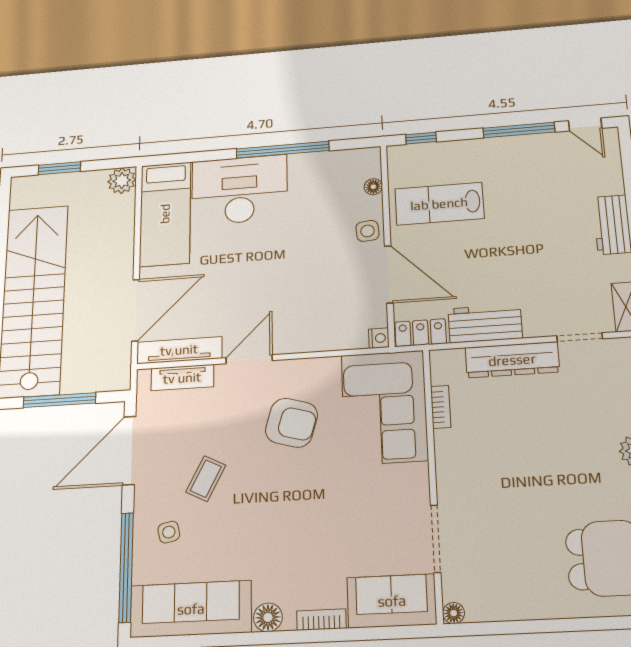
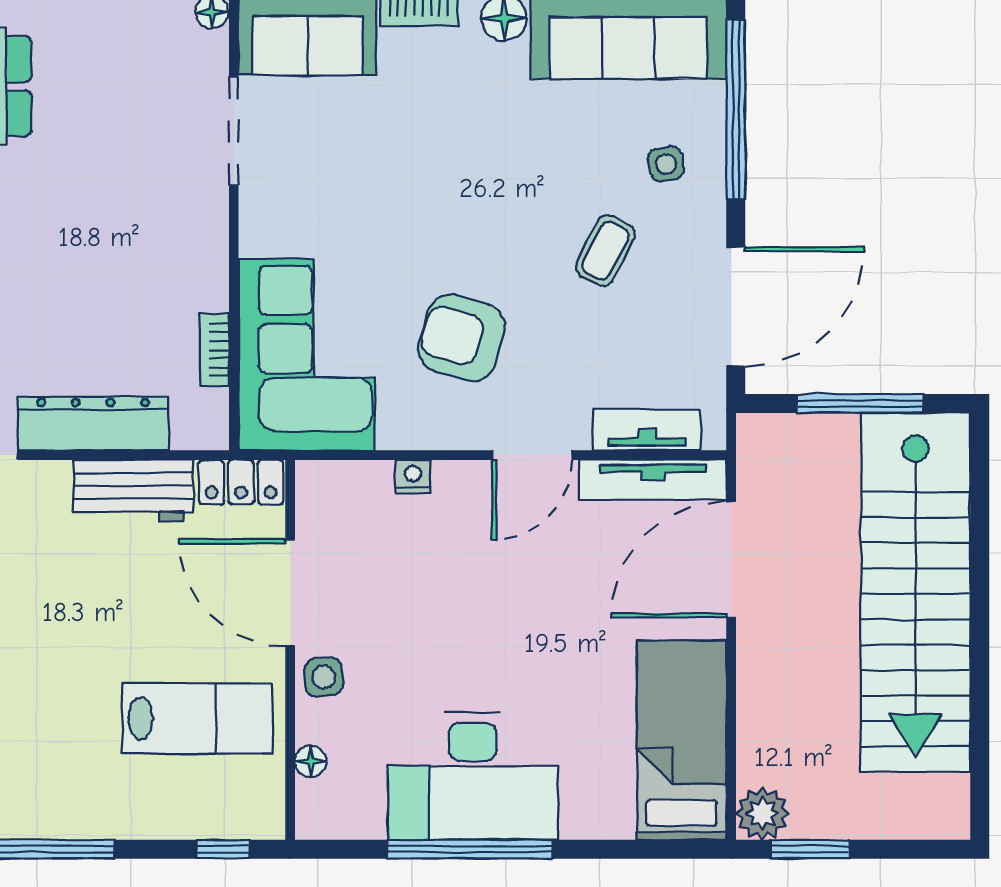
window: (59, 168) -> (810, 849), moved
desk: (239, 190) -> (473, 776), moved
nightstand: (379, 338) -> (413, 476), moved, turned 90

